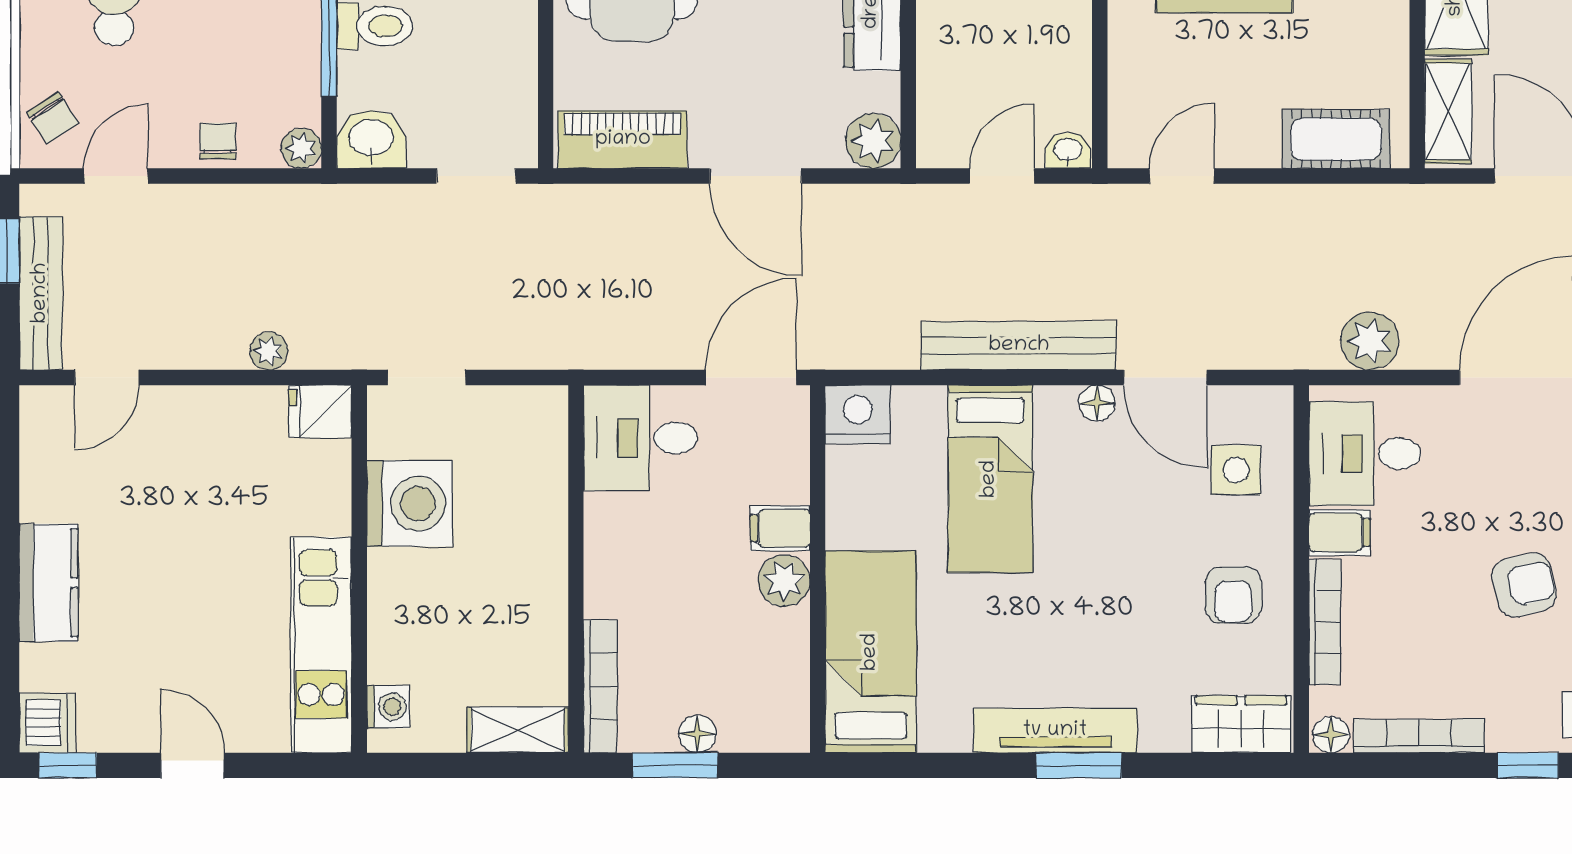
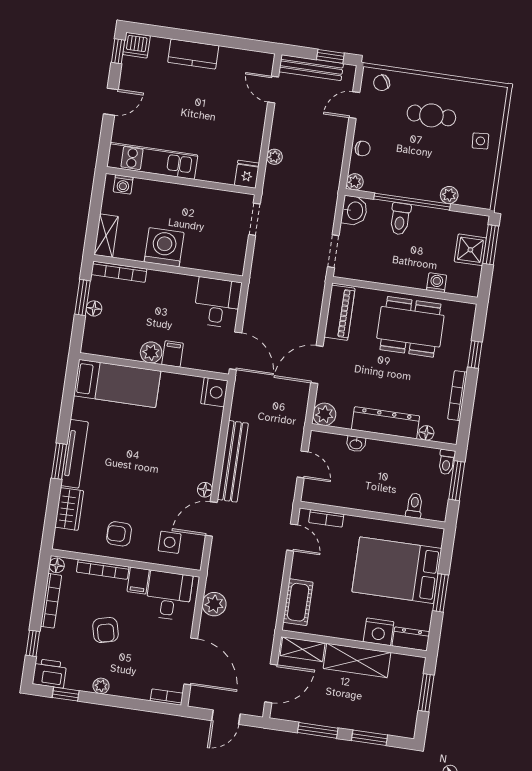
bookcase: (1124, 100) -> (326, 518), added
washbasin: (1068, 151) -> (356, 444), moved, turned 90
door: (116, 176) -> (354, 105), swing flipped
bed: (990, 479) -> (180, 442), removed
washing machine: (410, 504) -> (164, 247), moved, turned 180
armchair: (1524, 585) -> (106, 630), moved
wardrobe: (1241, 724) -> (69, 509), moved

